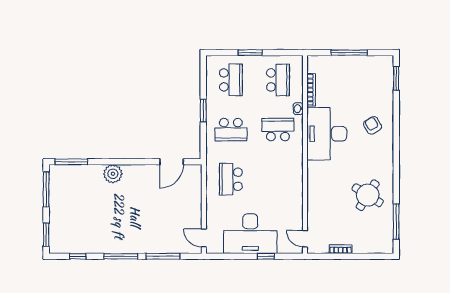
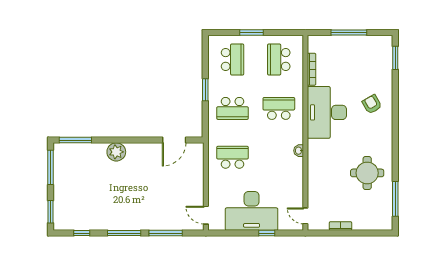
school desk: (278, 80) -> (279, 59), turned 180
washbasin: (298, 109) -> (299, 151), moved
school desk: (231, 179) -> (232, 157), turned 90
round table: (368, 195) -> (367, 173), turned -32

